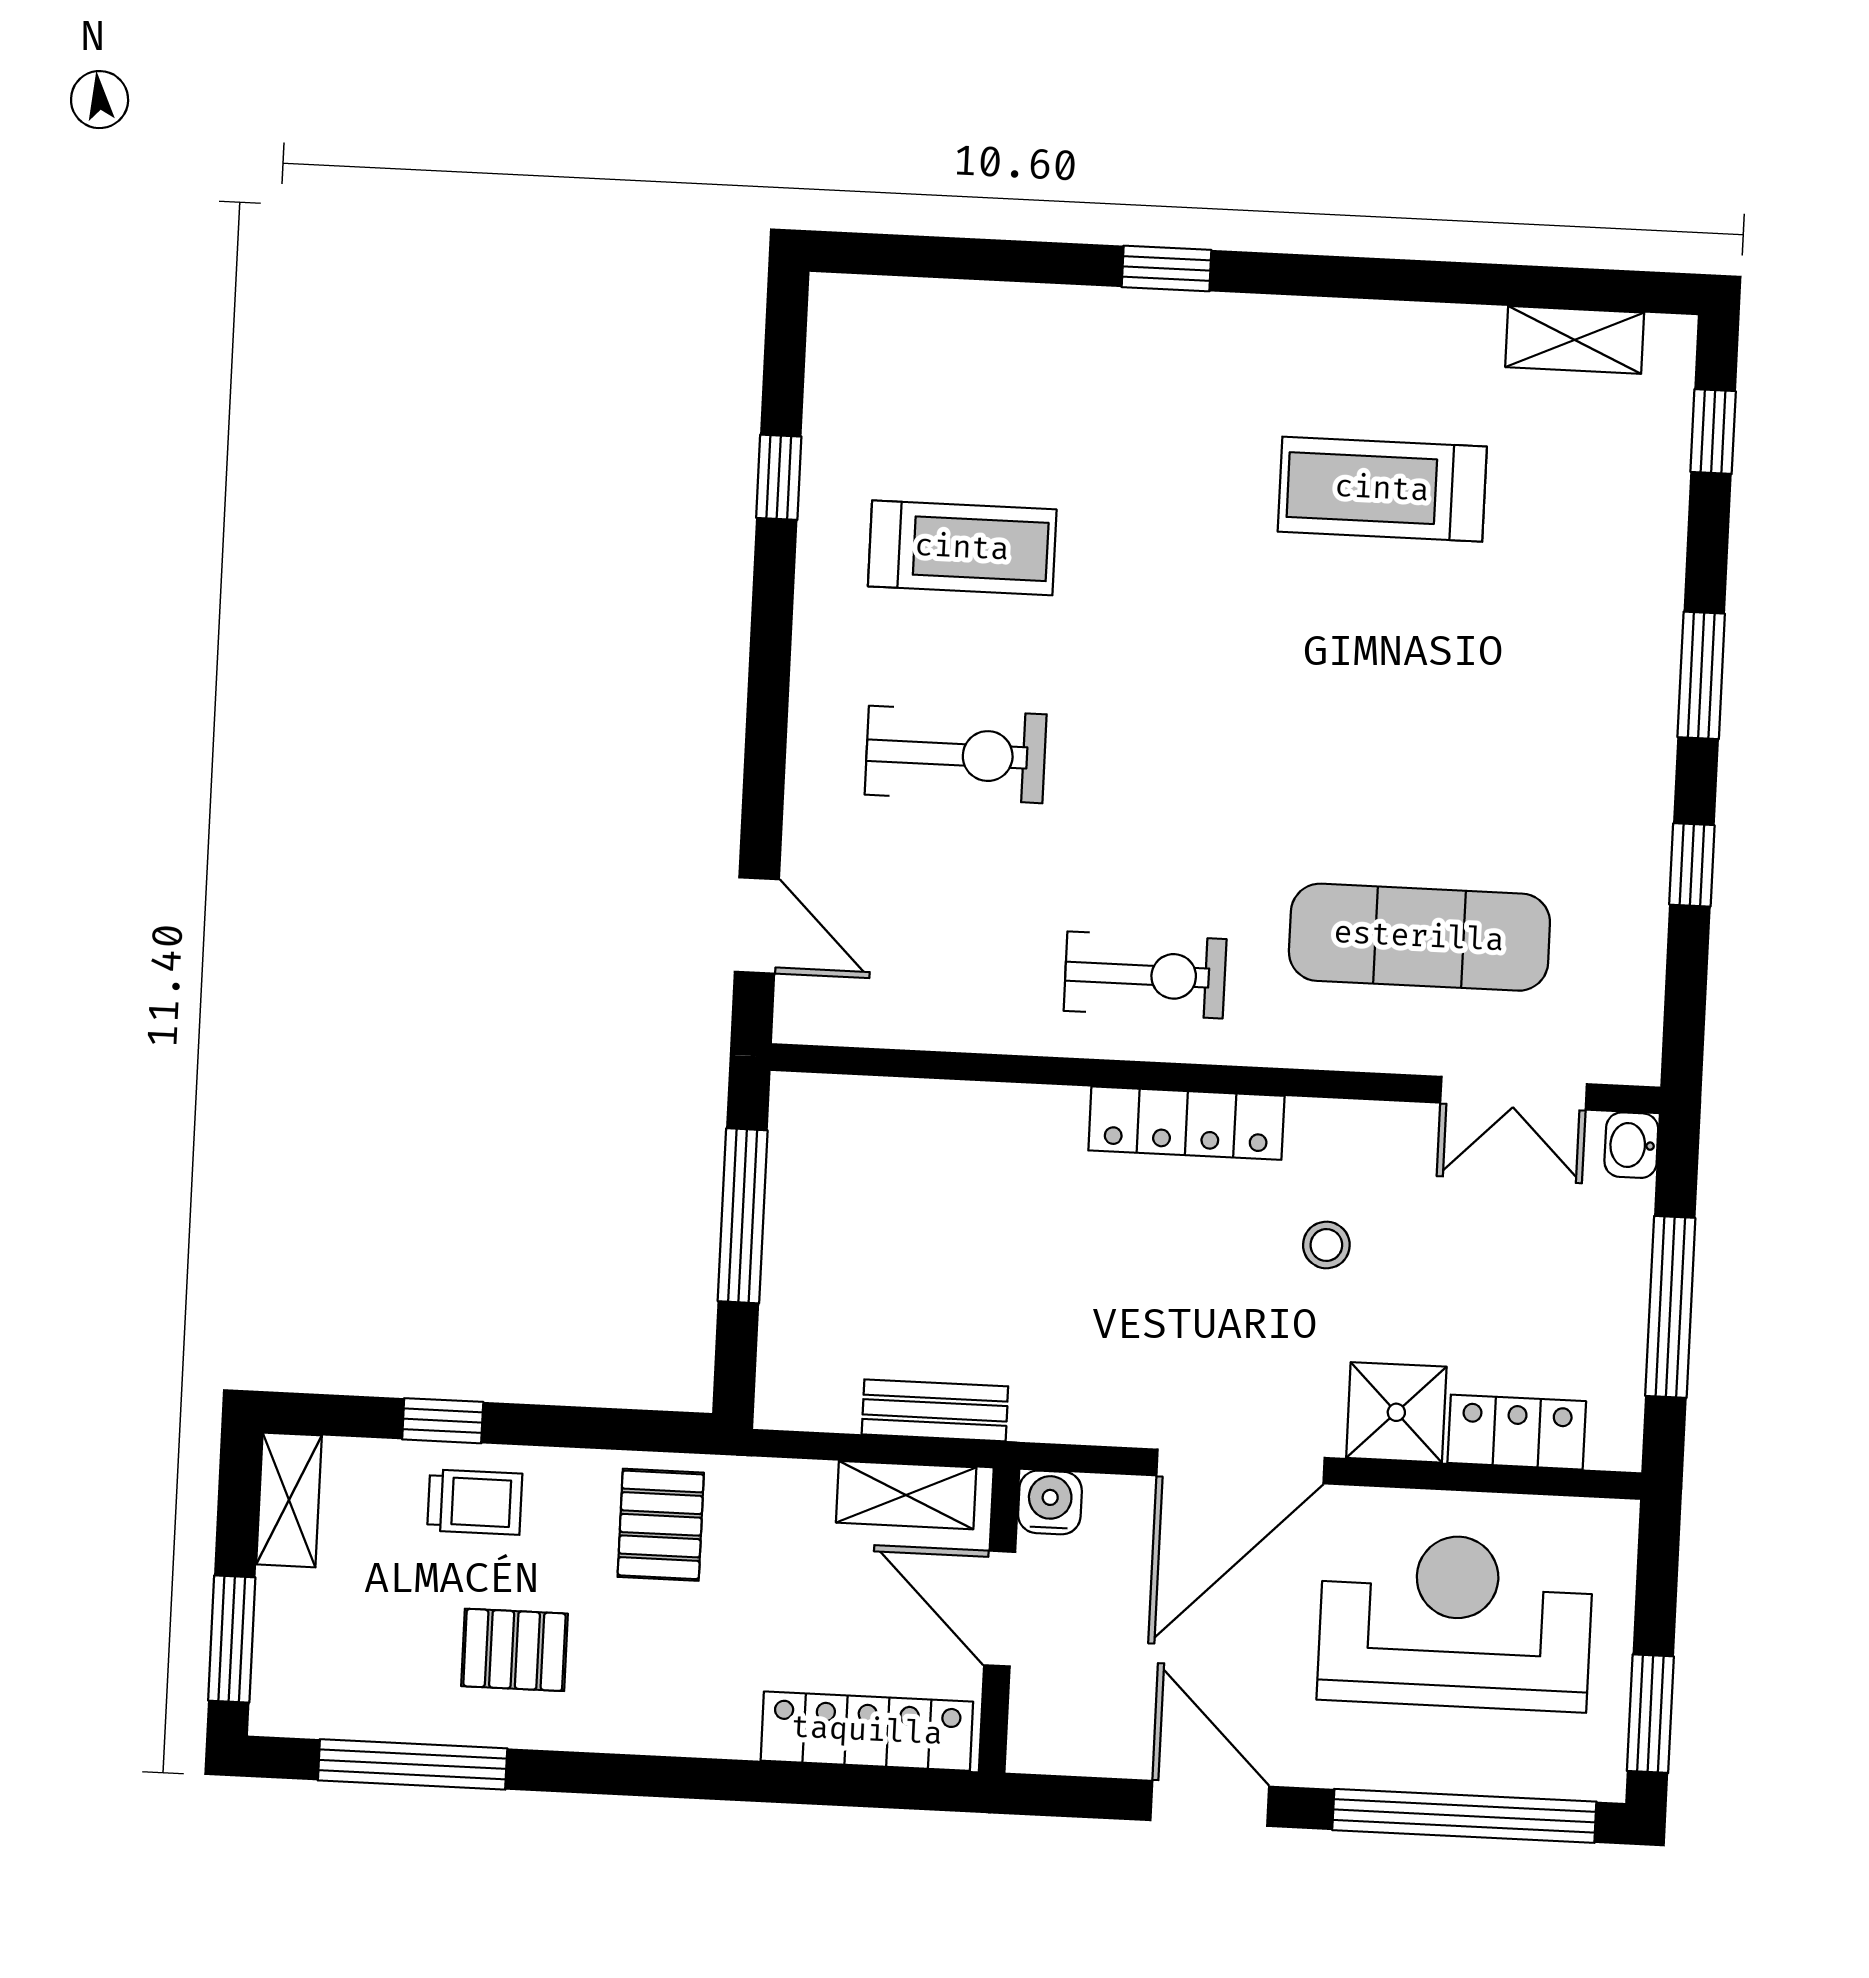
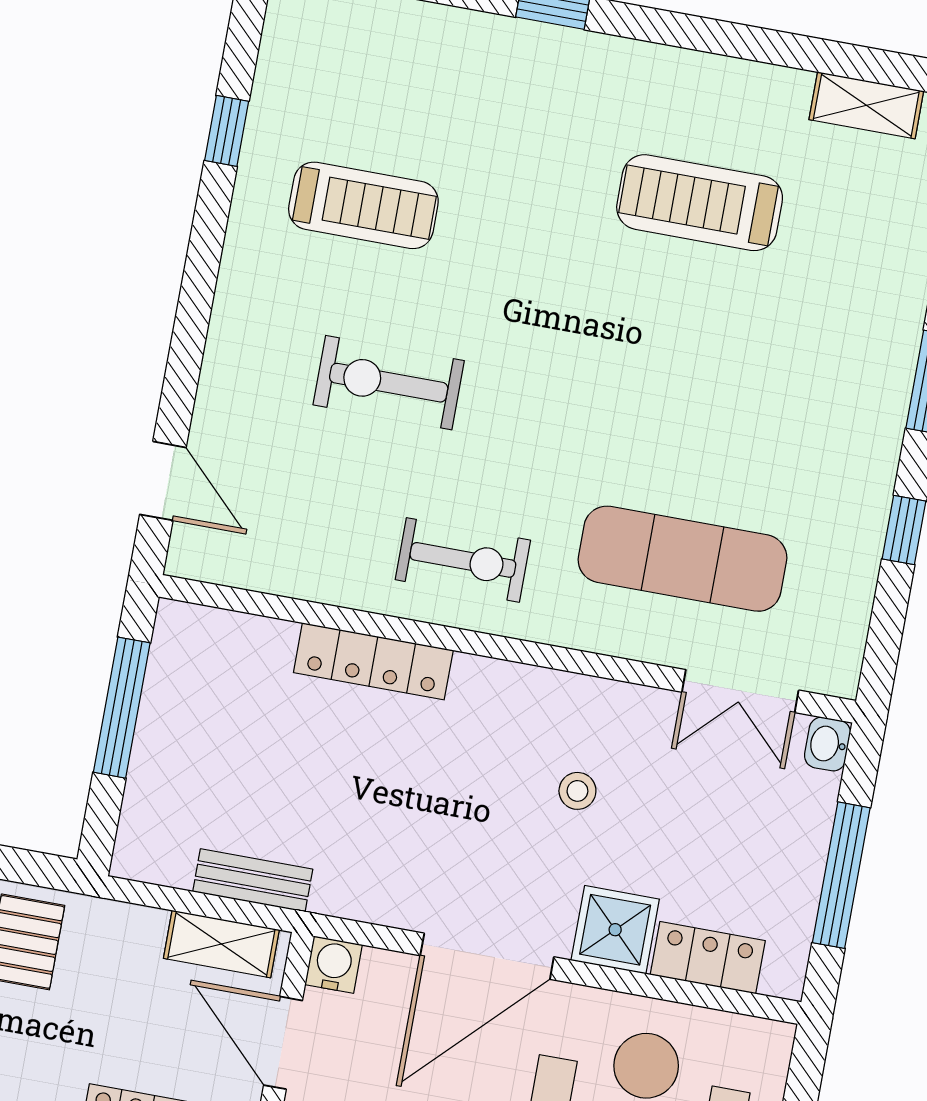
exercise bike: (956, 754) -> (389, 383), moved, turned 180
locker: (1186, 1123) -> (373, 661), moved

